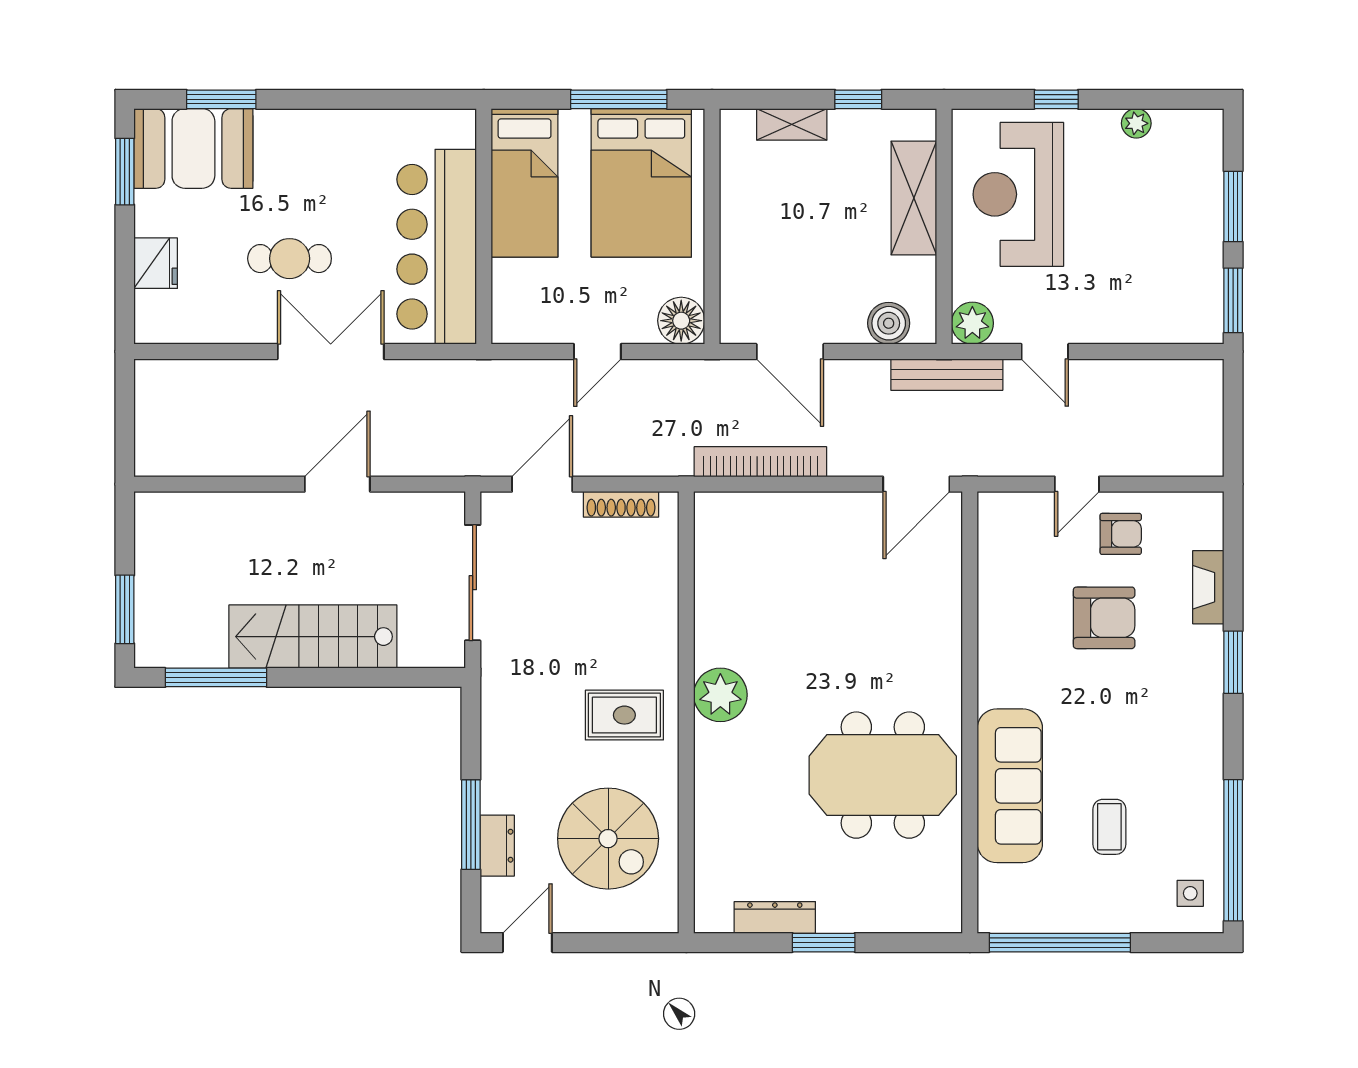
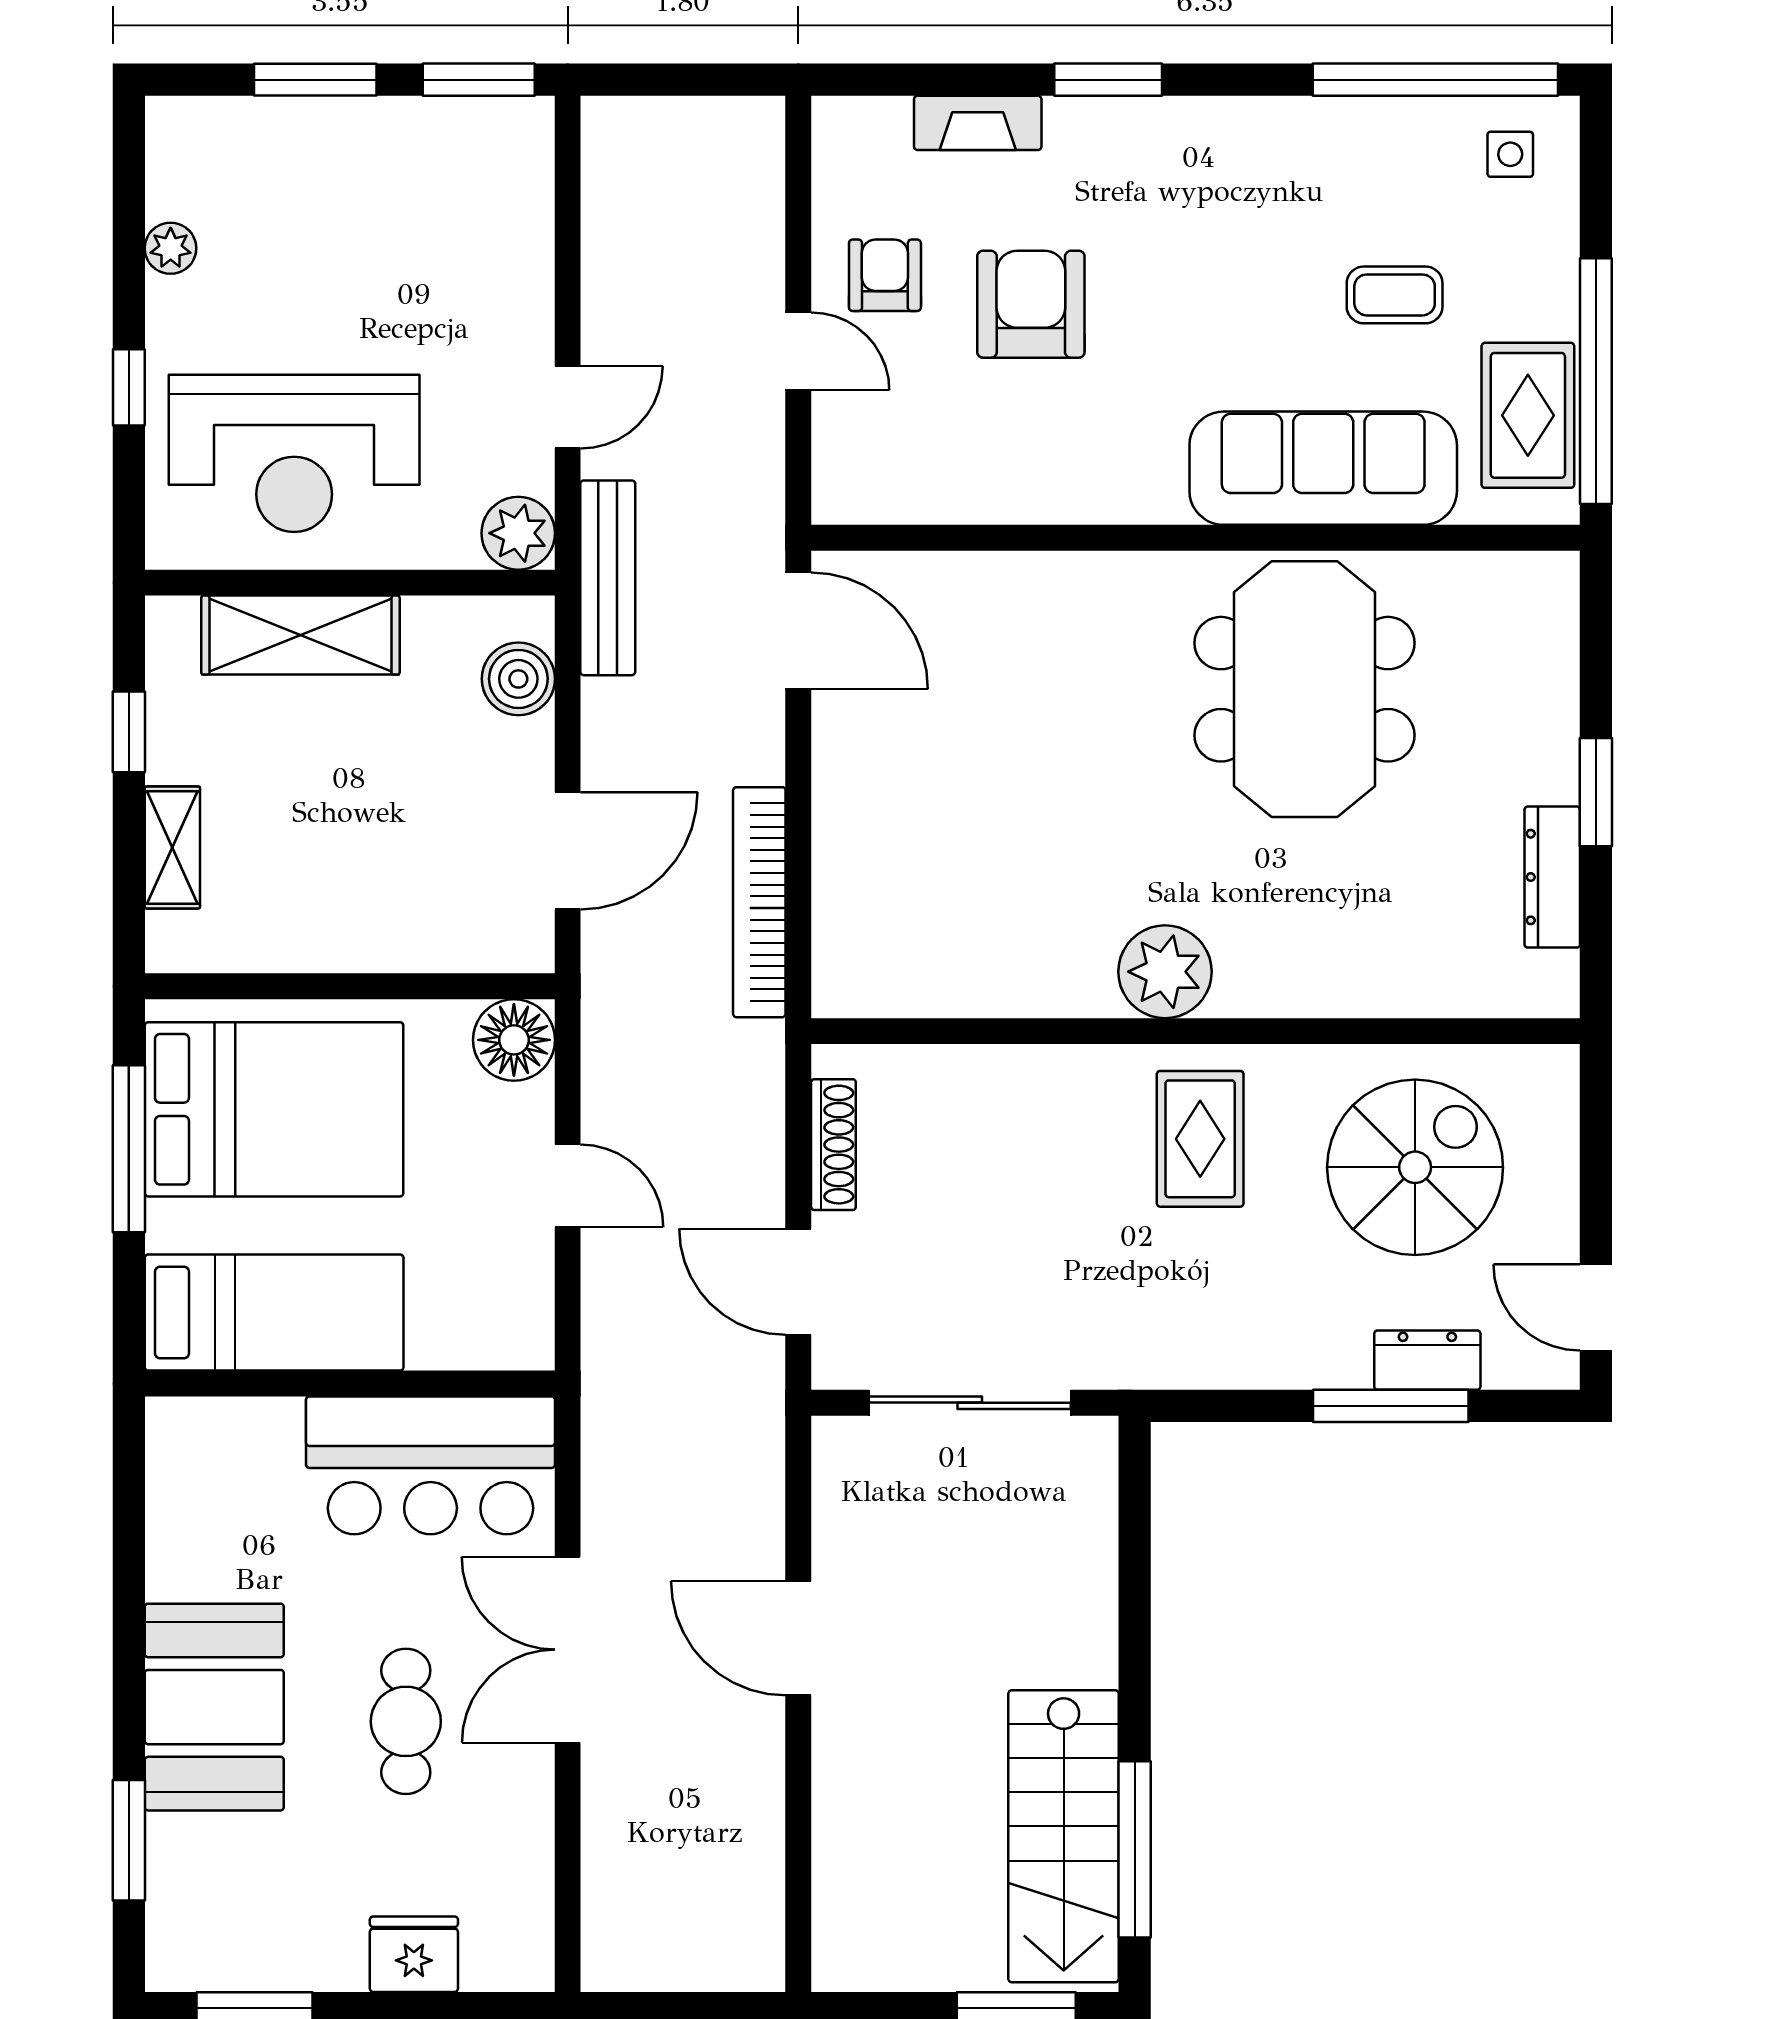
booth: (193, 148) -> (214, 1707), moved
bar counter: (437, 247) -> (431, 1465), width x0.73
stairs: (313, 637) -> (1064, 1836), moved
rug: (1040, 903) -> (1528, 415), added

